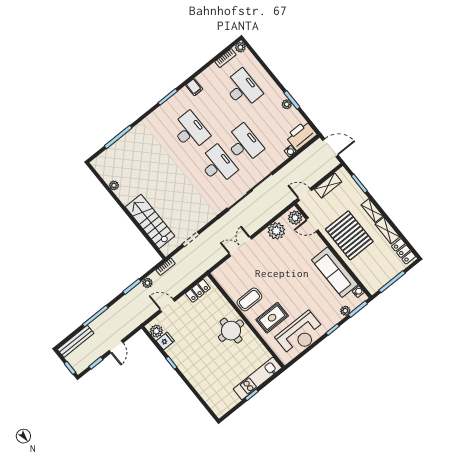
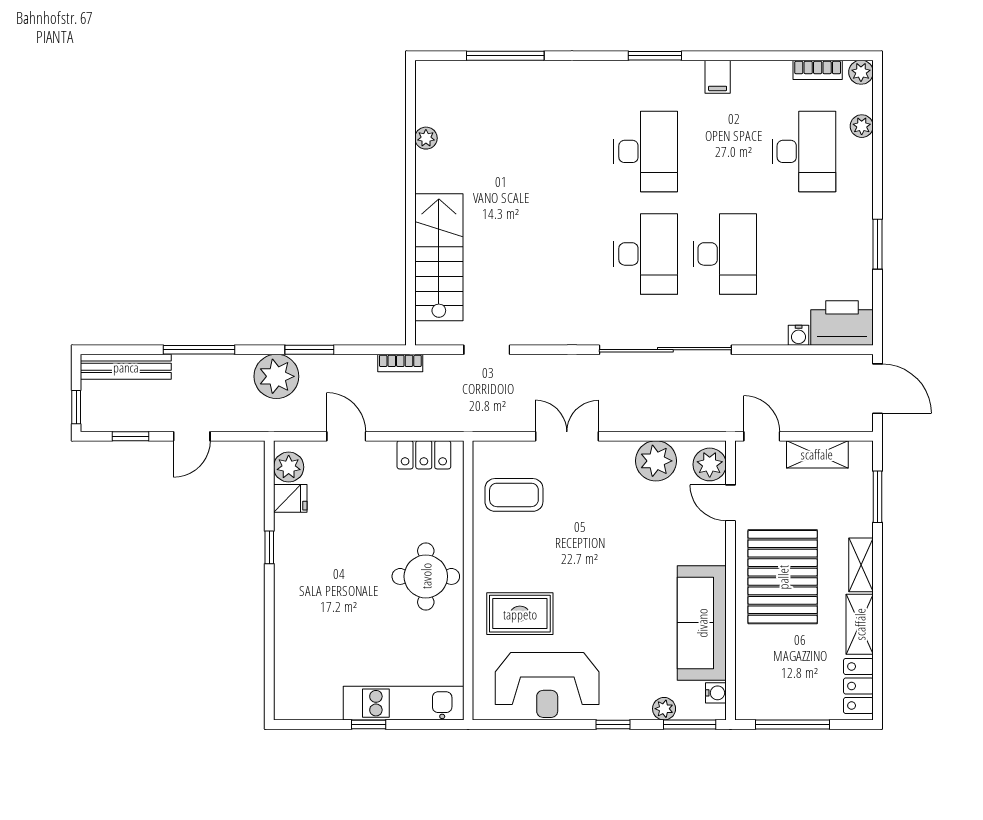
plant: (287, 104) -> (862, 126), moved
plant: (147, 283) -> (276, 376), moved, width x1.88, depth x1.88
coffee table: (249, 299) -> (514, 495), moved

